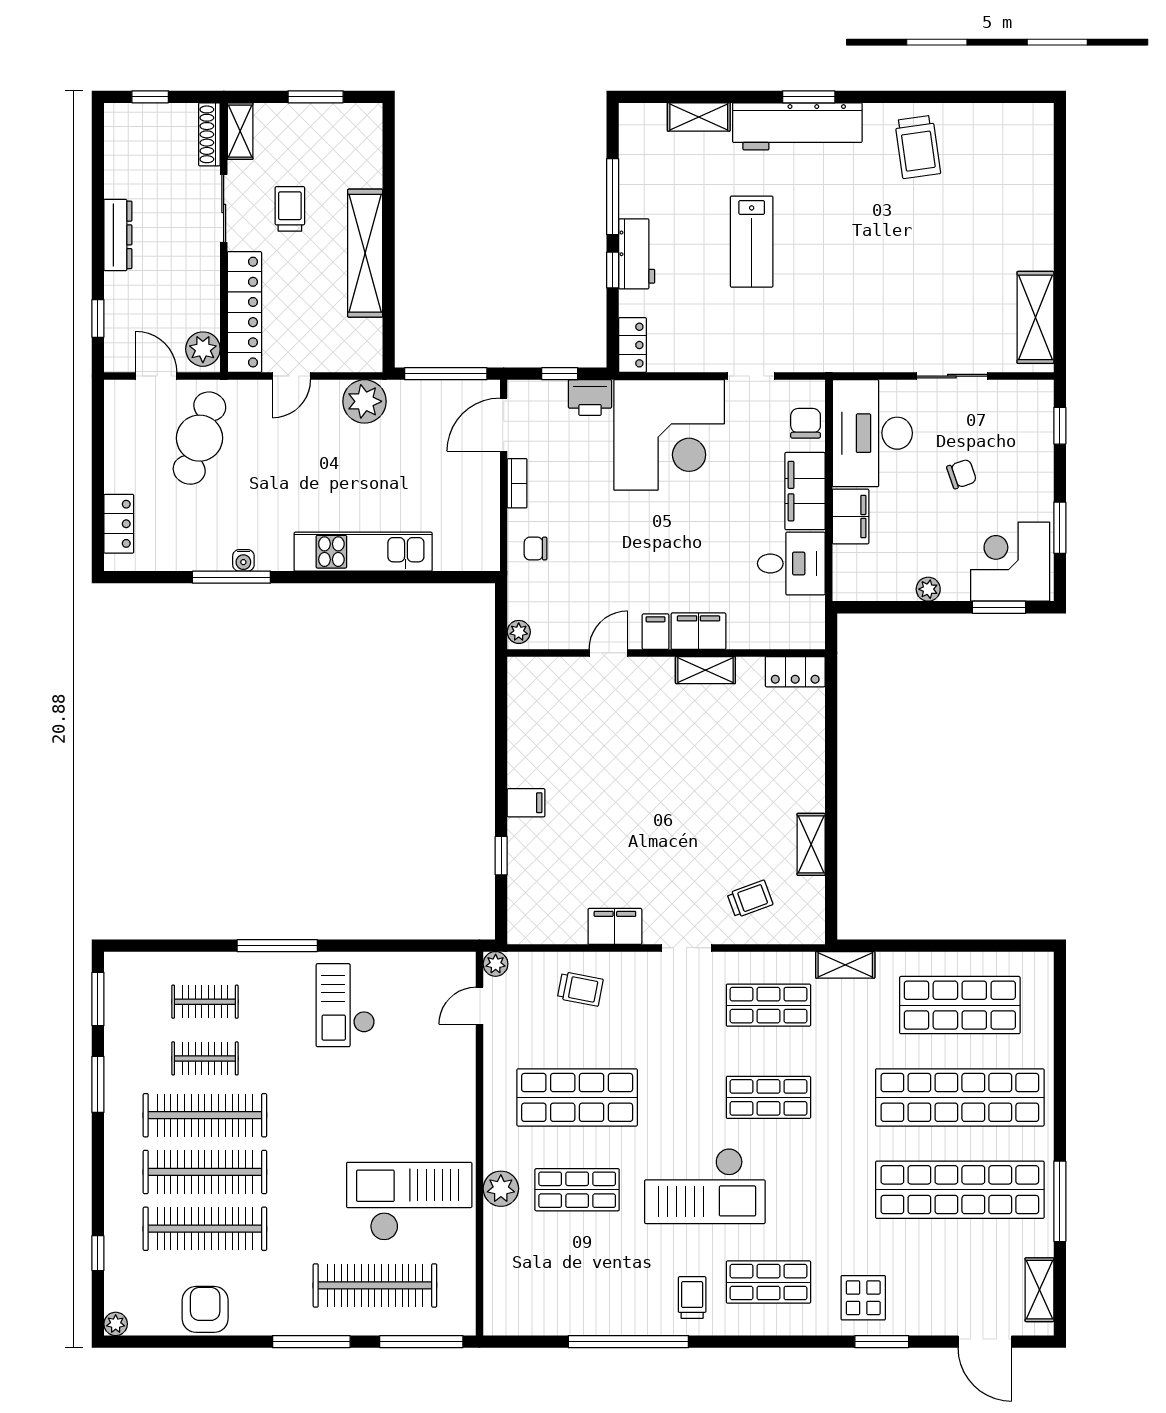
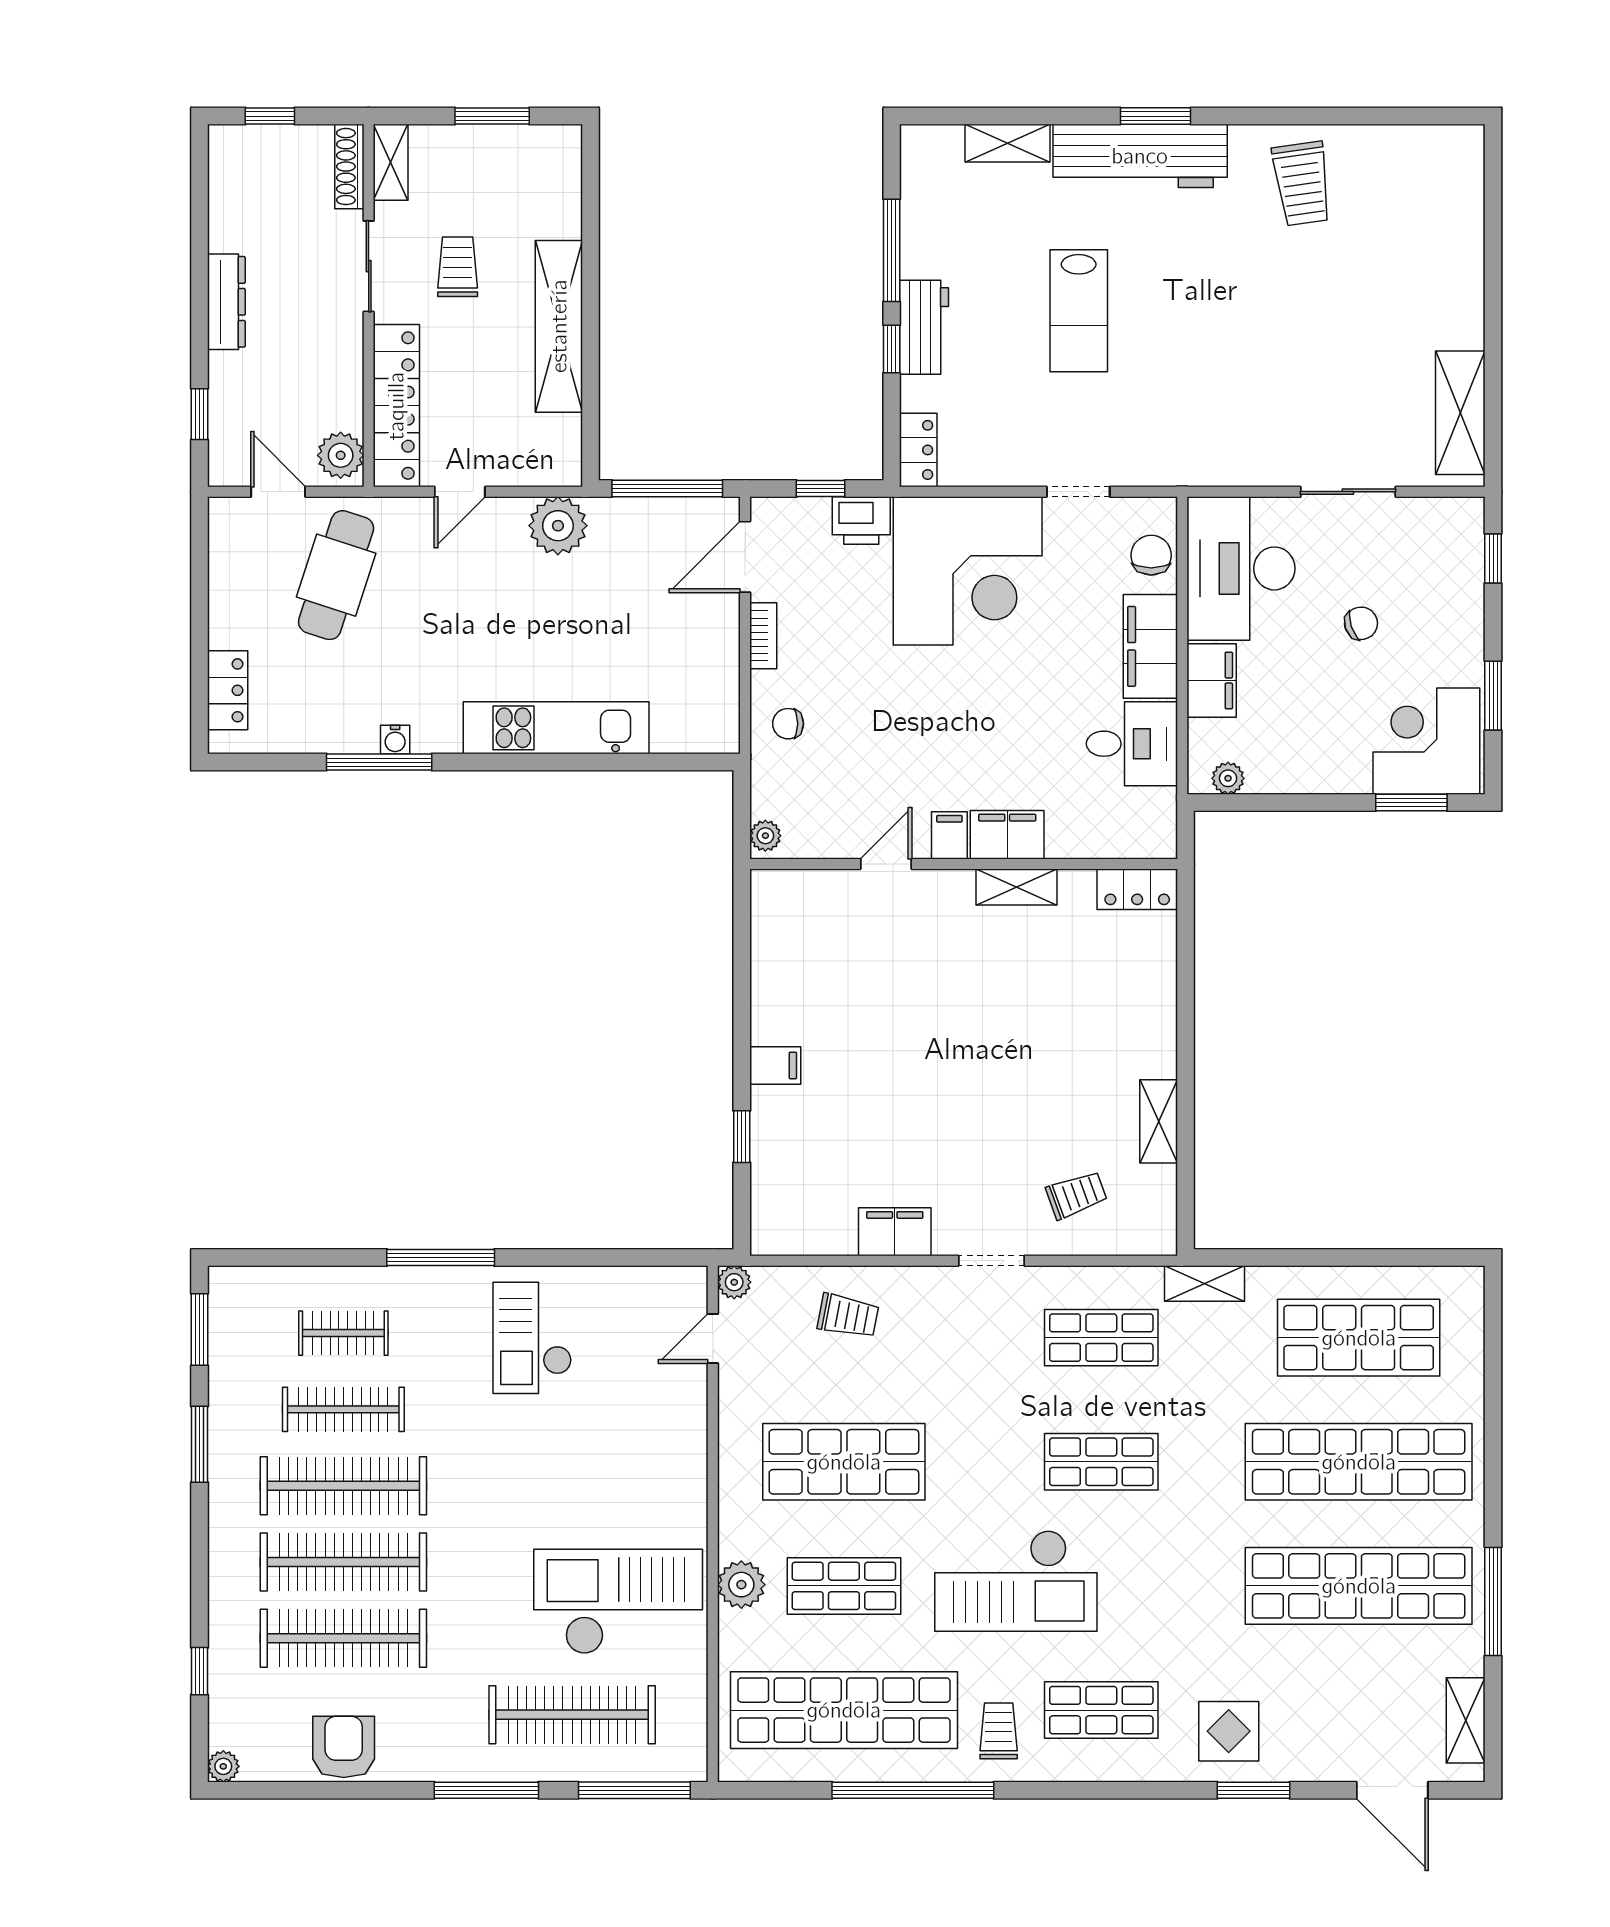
plant: (928, 589) -> (1228, 778), moved
clothes rail: (205, 1058) -> (343, 1409), width x1.36
shop shelf: (577, 1282) -> (844, 1710), added

